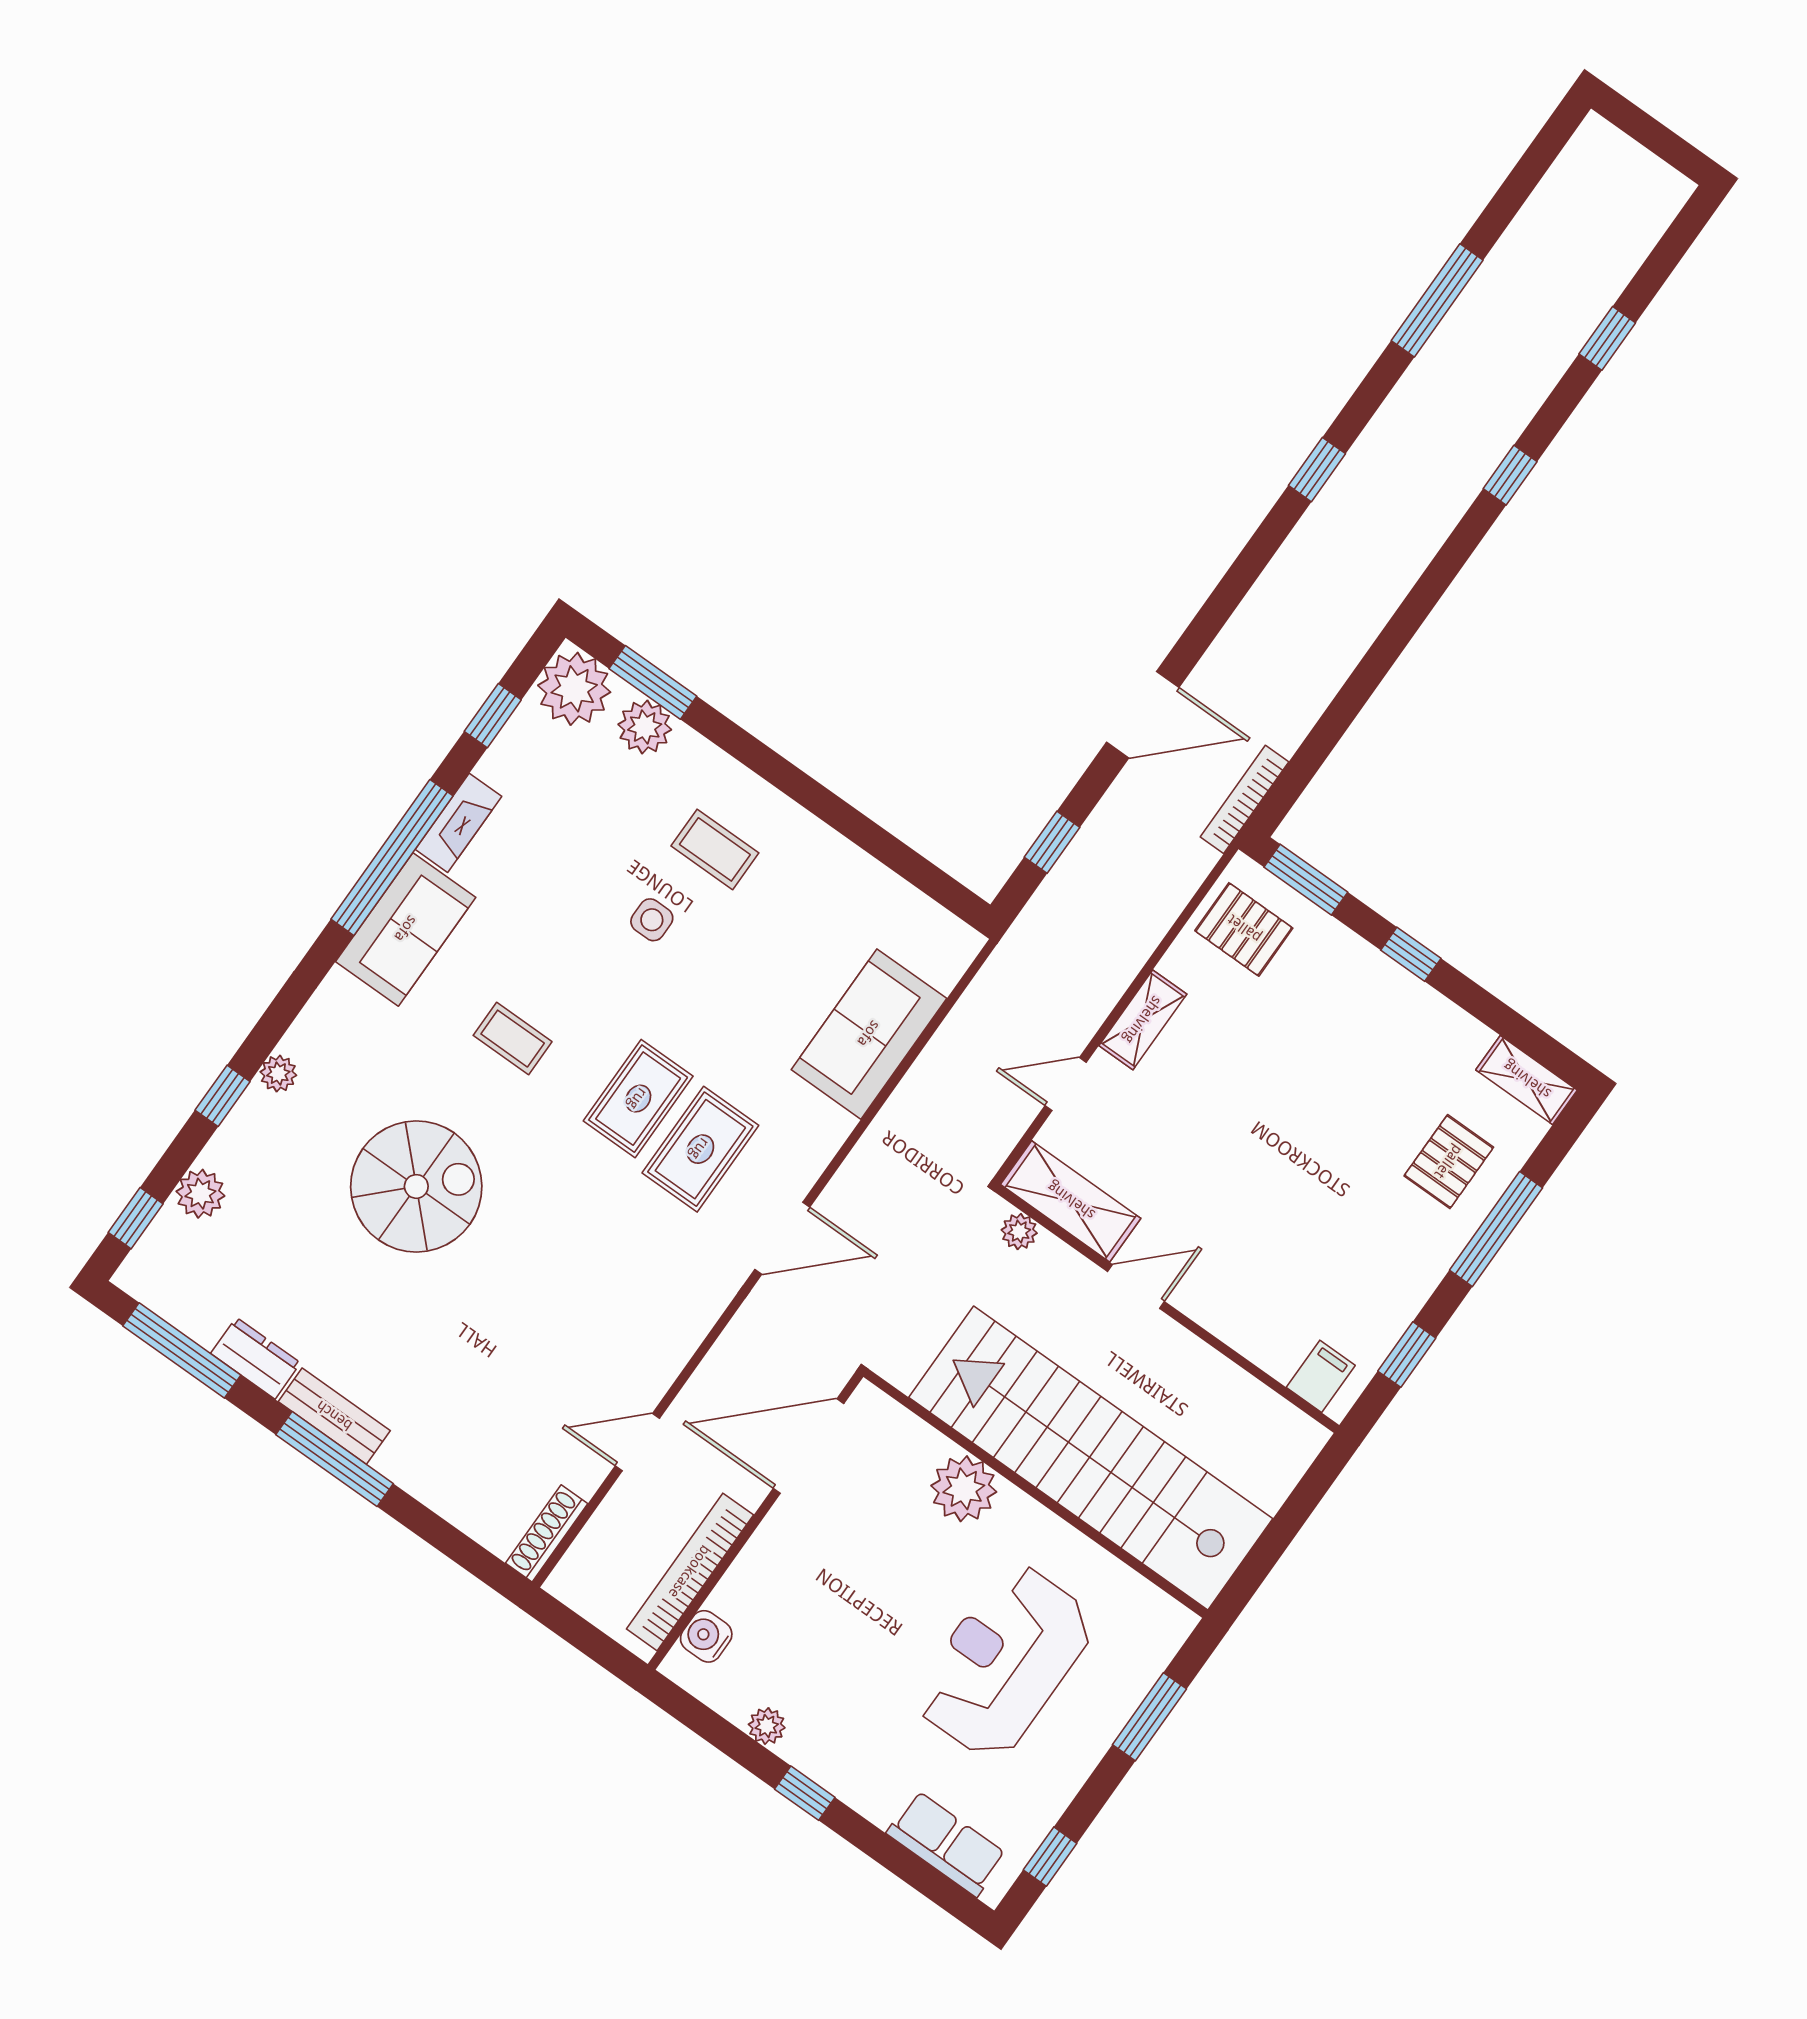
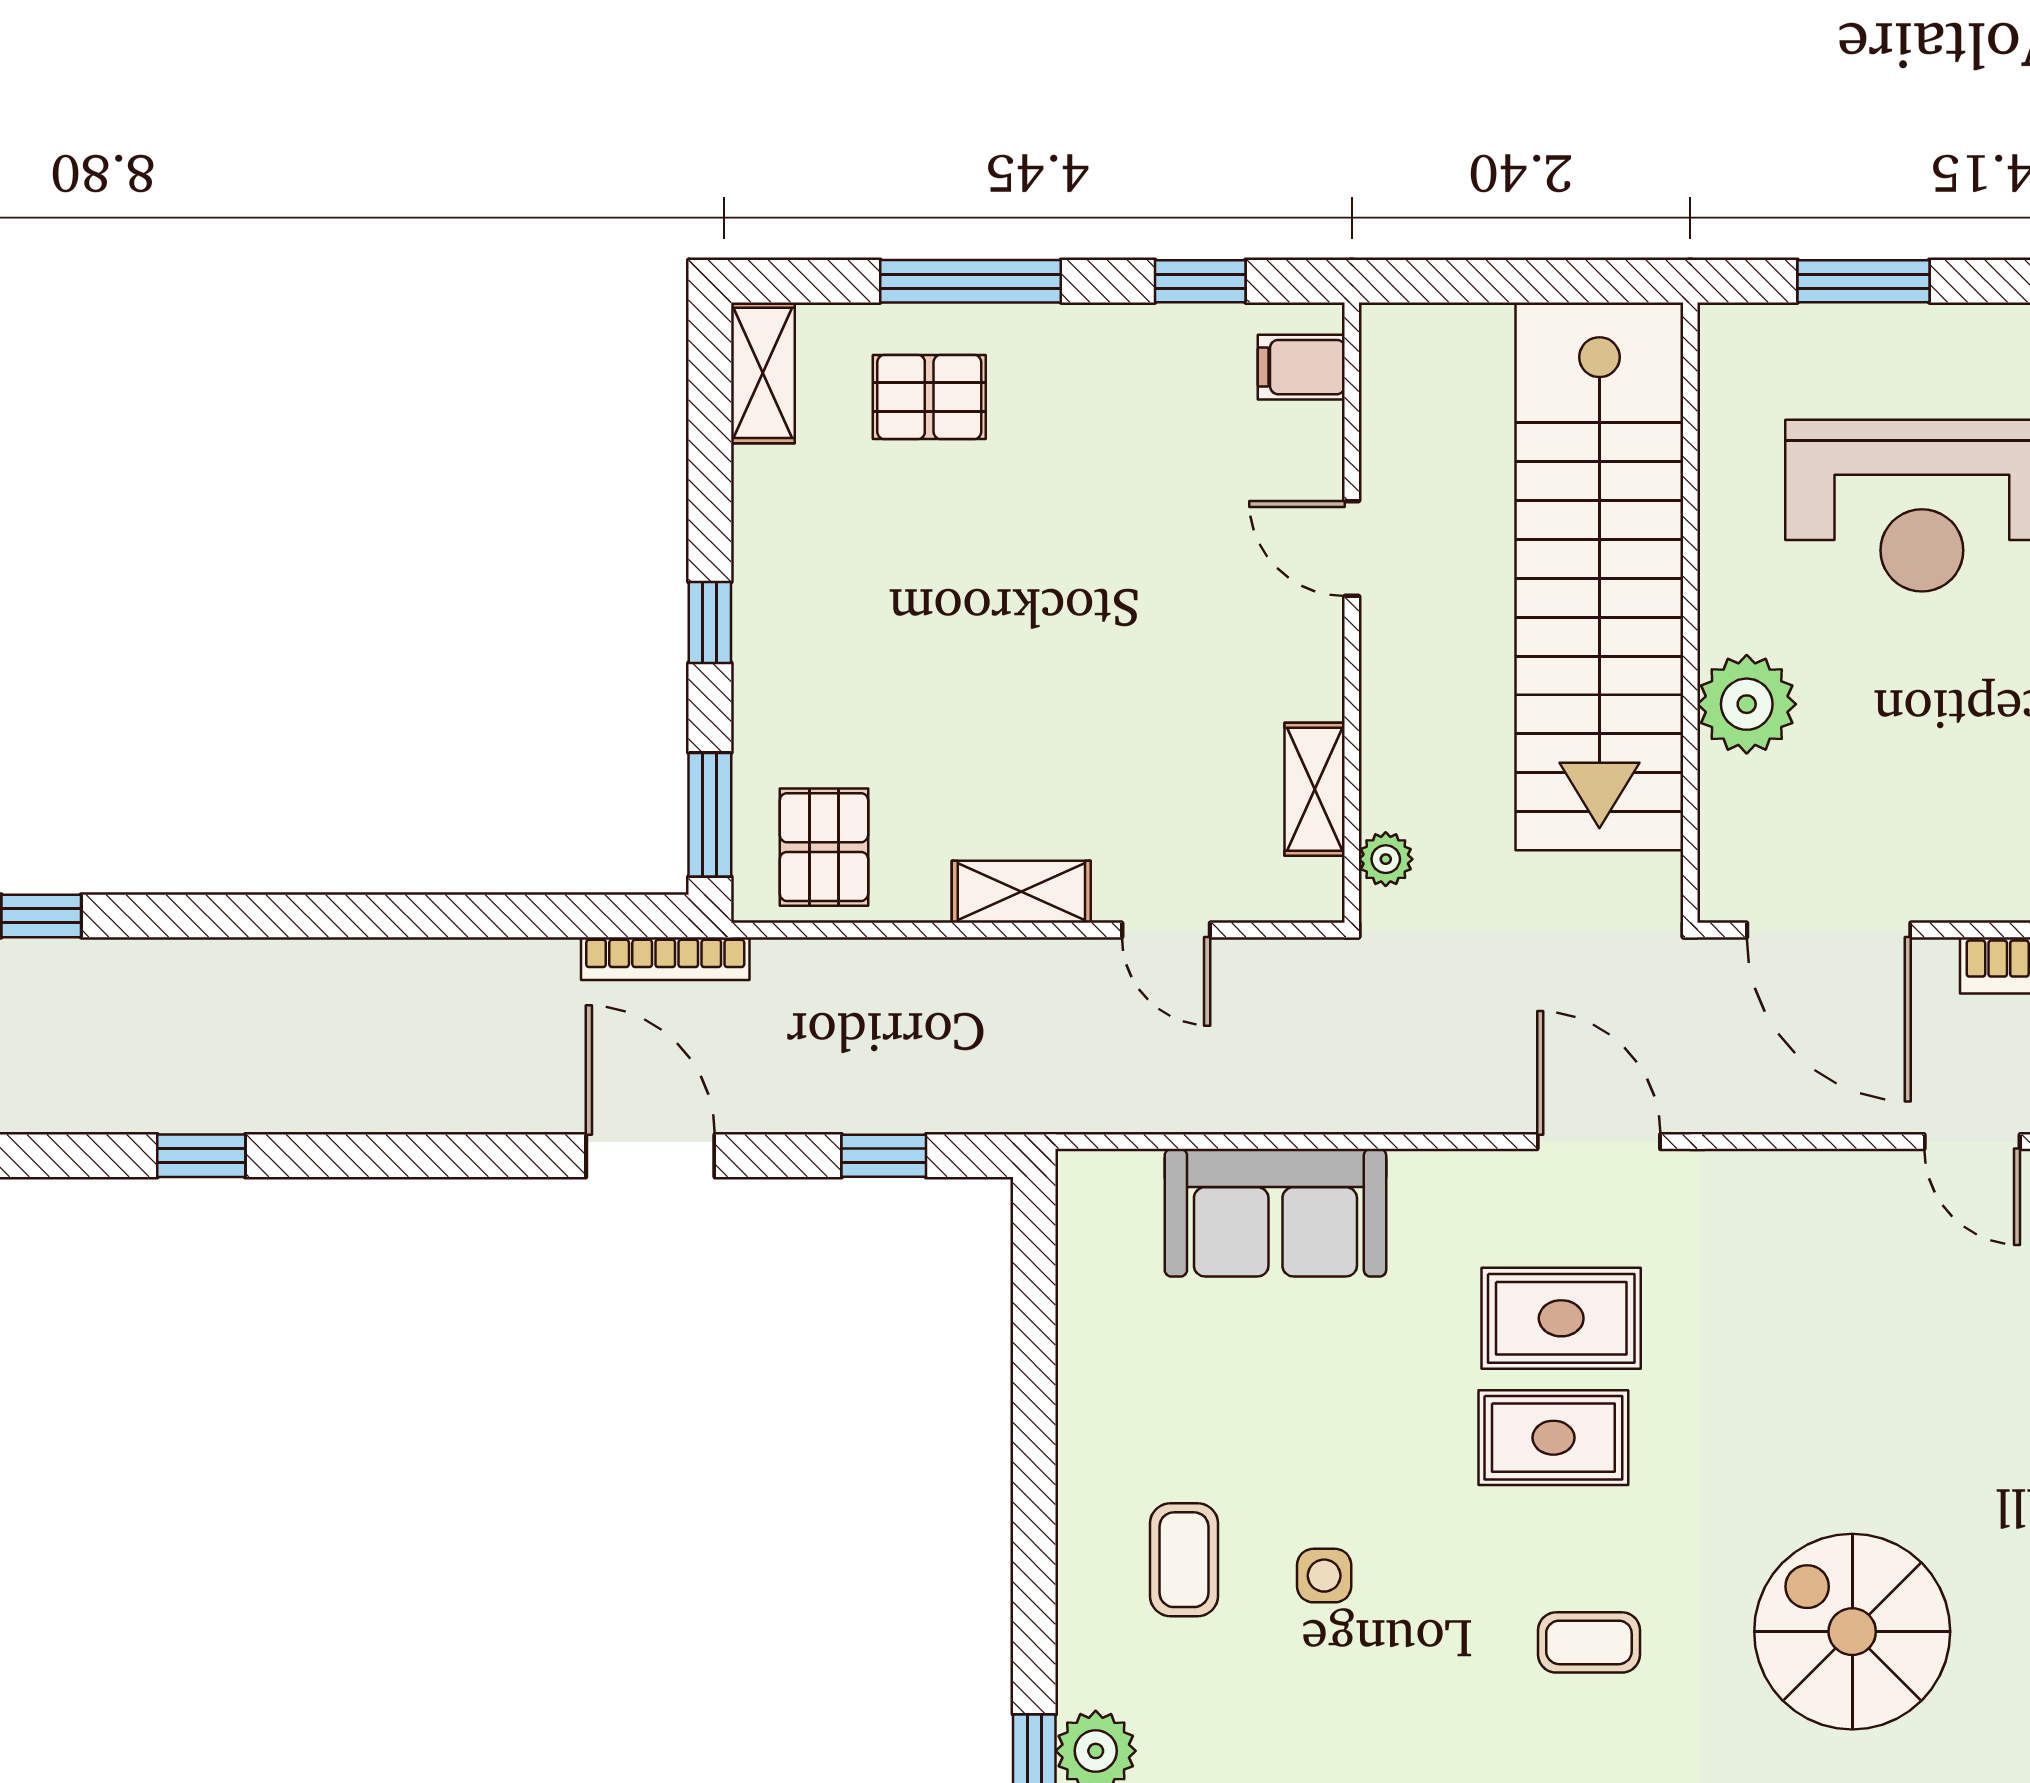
coffee table: (513, 1039) -> (1589, 1642), turned 90
shelving: (1071, 1201) -> (1315, 789), width x0.67, depth x0.75
door: (1136, 1287) -> (1352, 548), moved

